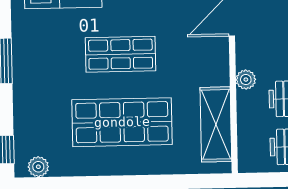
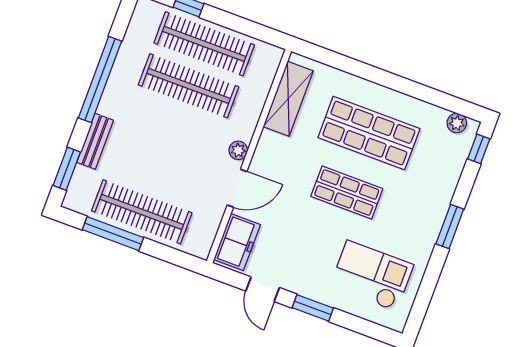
plant: (246, 80) -> (238, 150), moved

